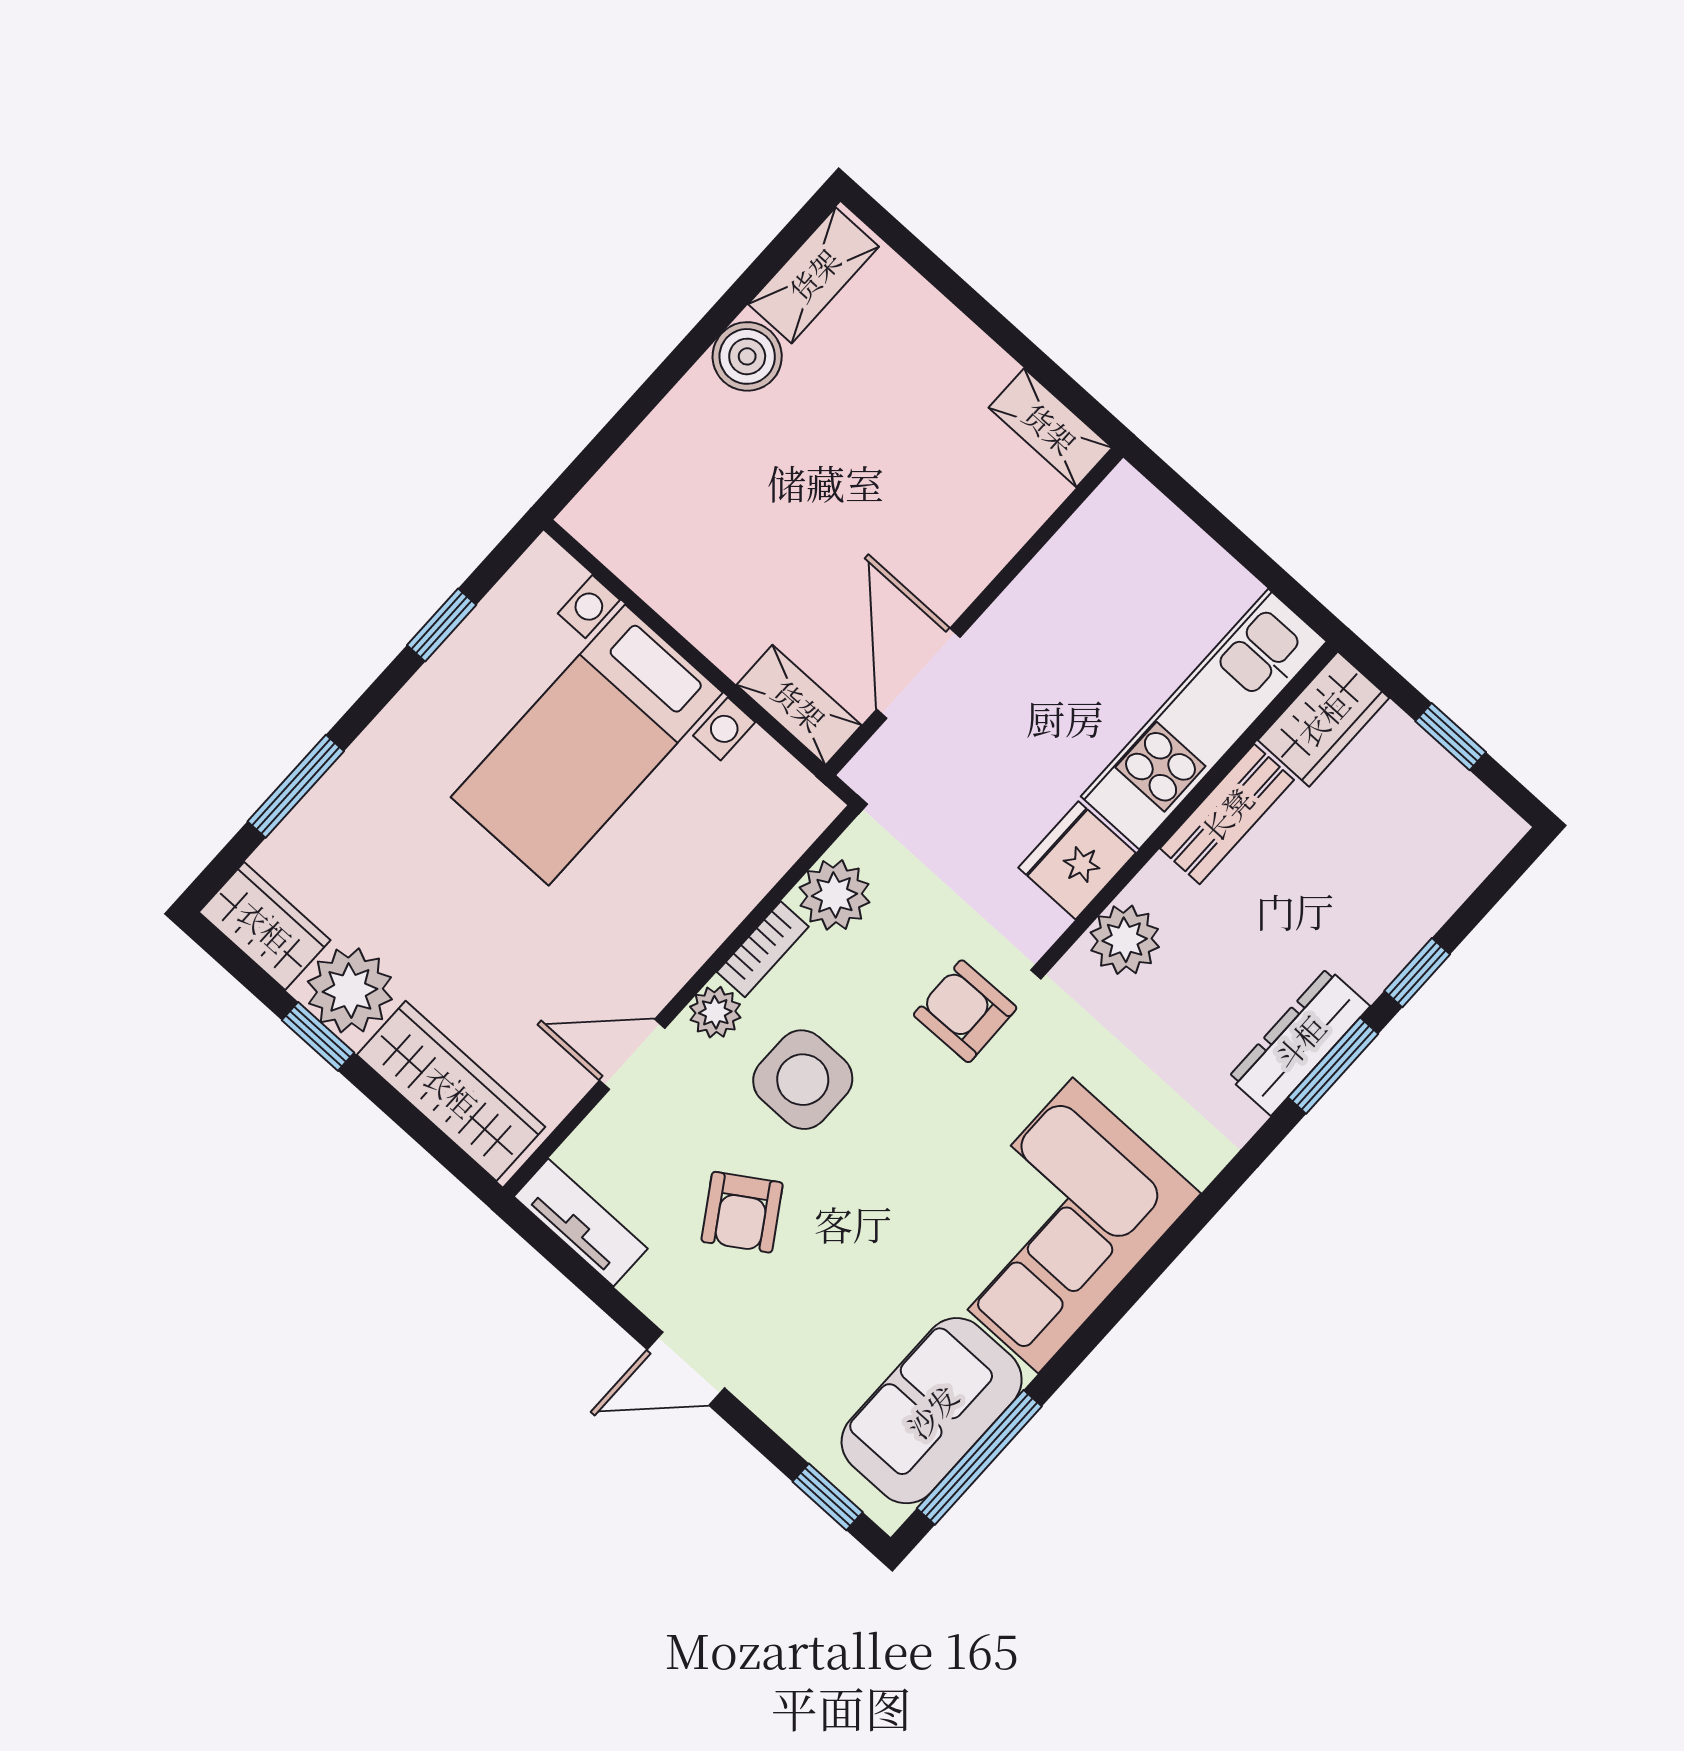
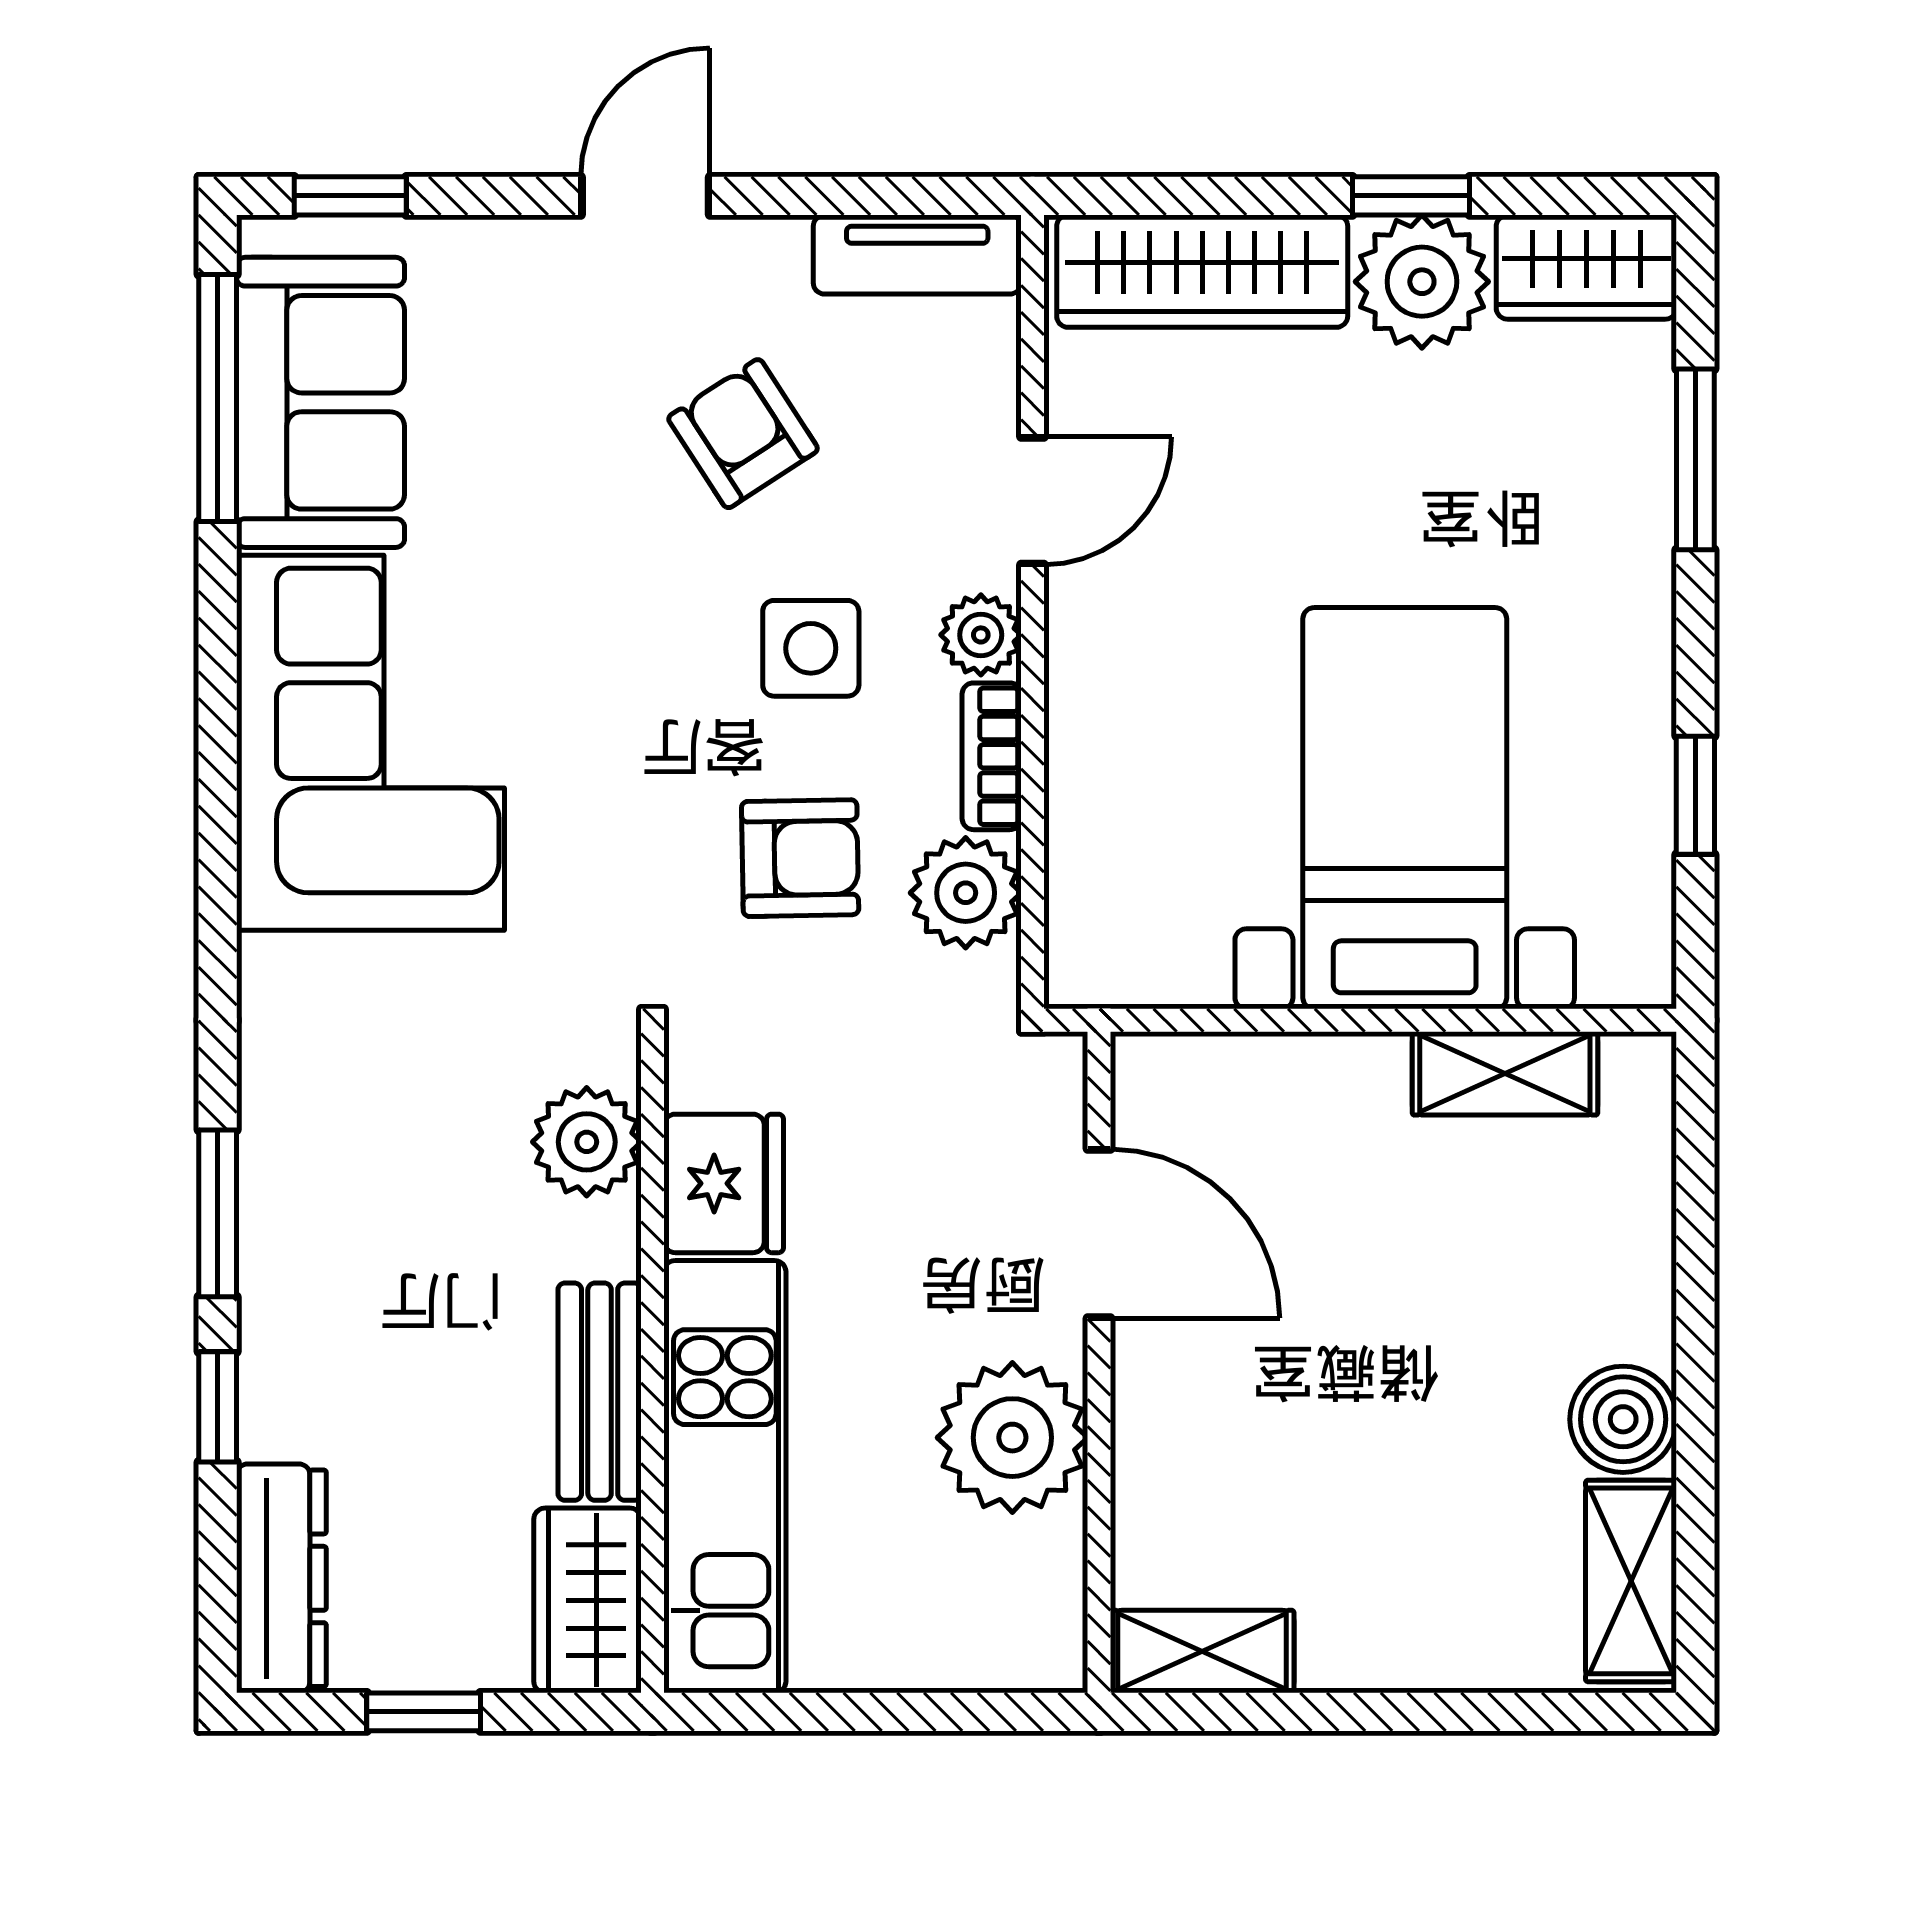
plant: (1049, 613) -> (1012, 1438), added
shelving: (799, 705) -> (1505, 1073), moved
armchair: (965, 1011) -> (800, 858), moved
dresser: (1299, 1042) -> (281, 1578), moved
side table: (803, 1080) -> (811, 648), width x0.73, depth x0.73

